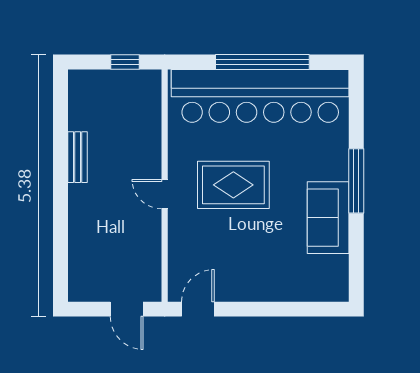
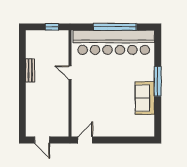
rug: (233, 185) -> (101, 83), removed
door: (165, 194) -> (70, 73), moved
door: (127, 309) -> (42, 140), moved

